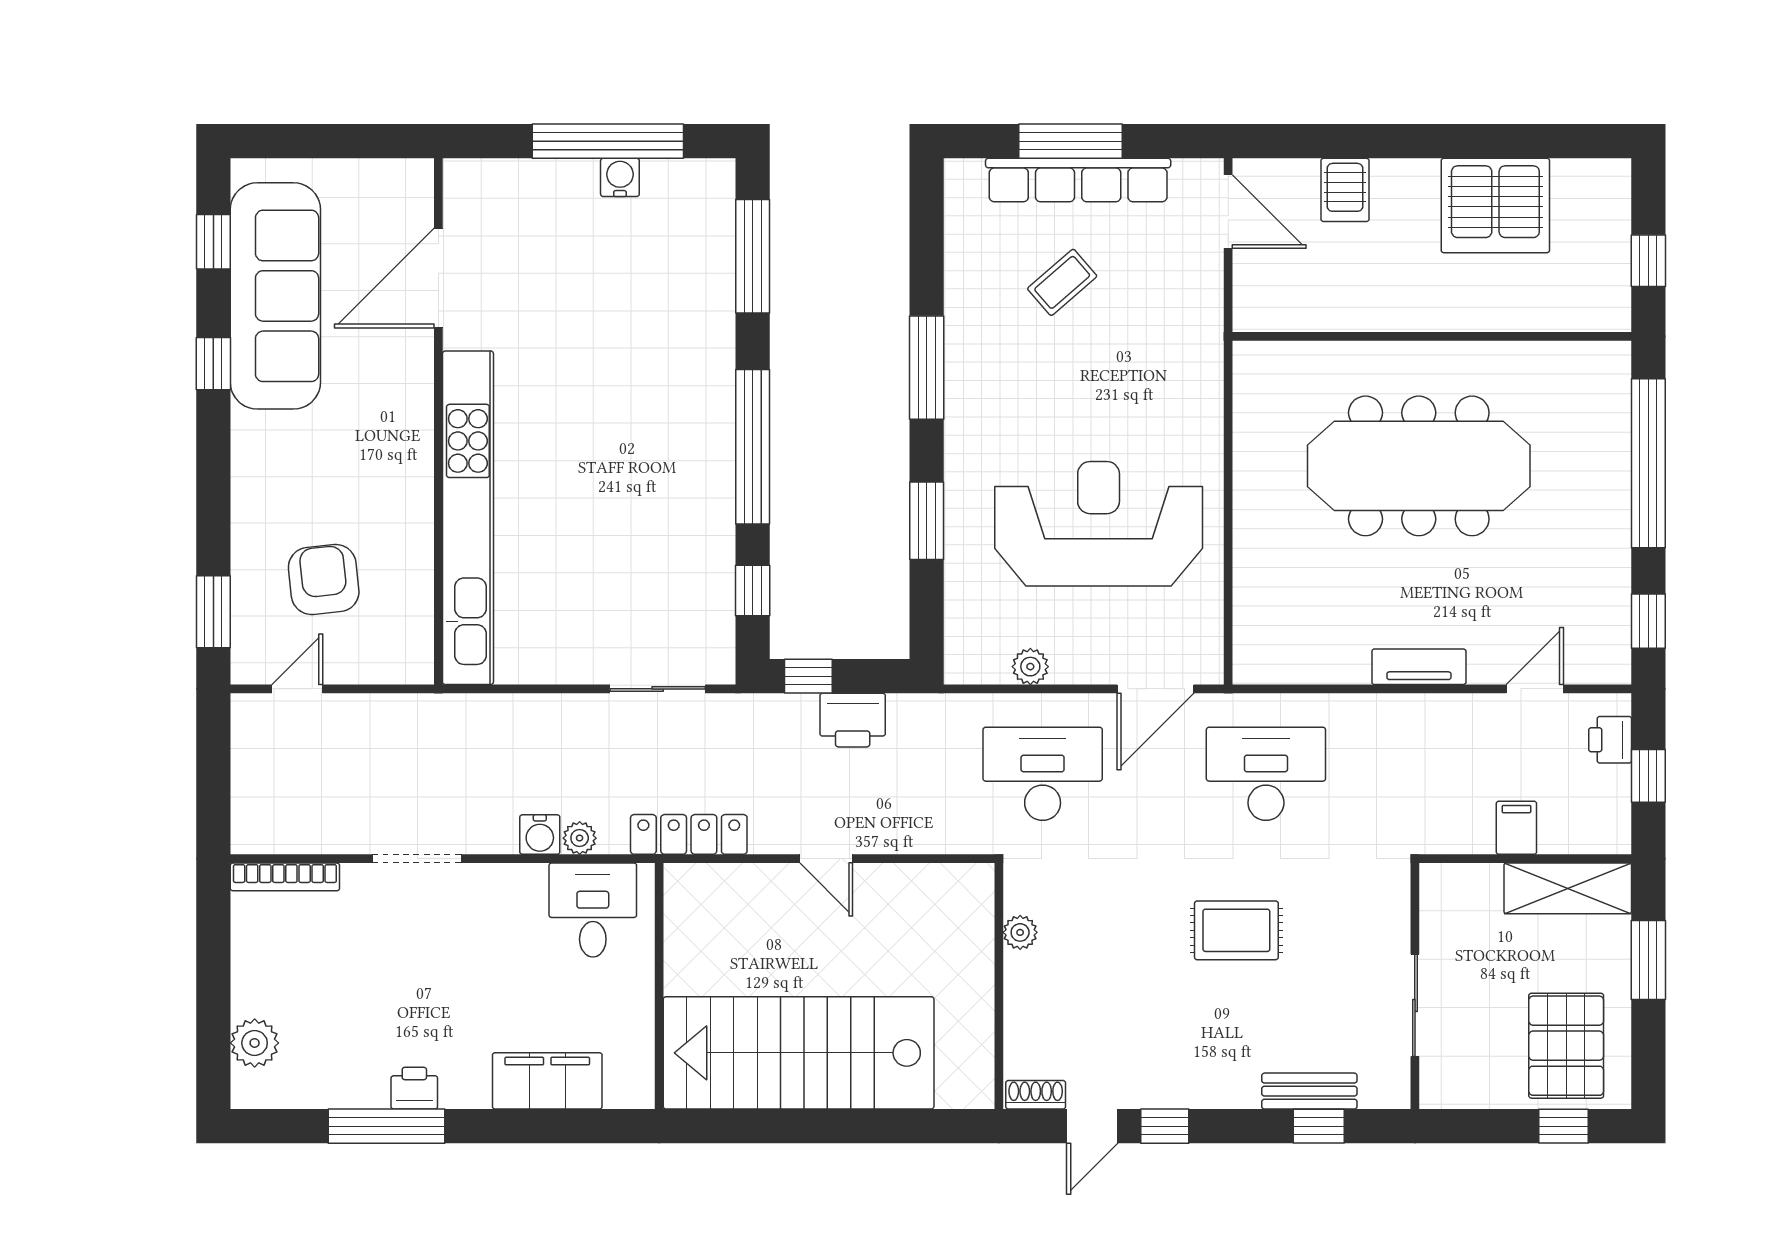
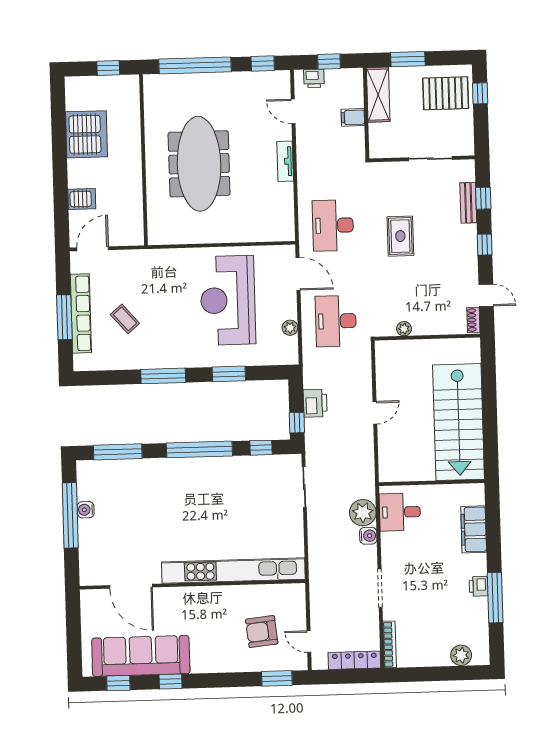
locker: (689, 834) -> (354, 660), moved, turned 90
plant: (580, 838) -> (363, 513), width x1.88, depth x1.88
window: (1165, 1126) -> (485, 245), moved

